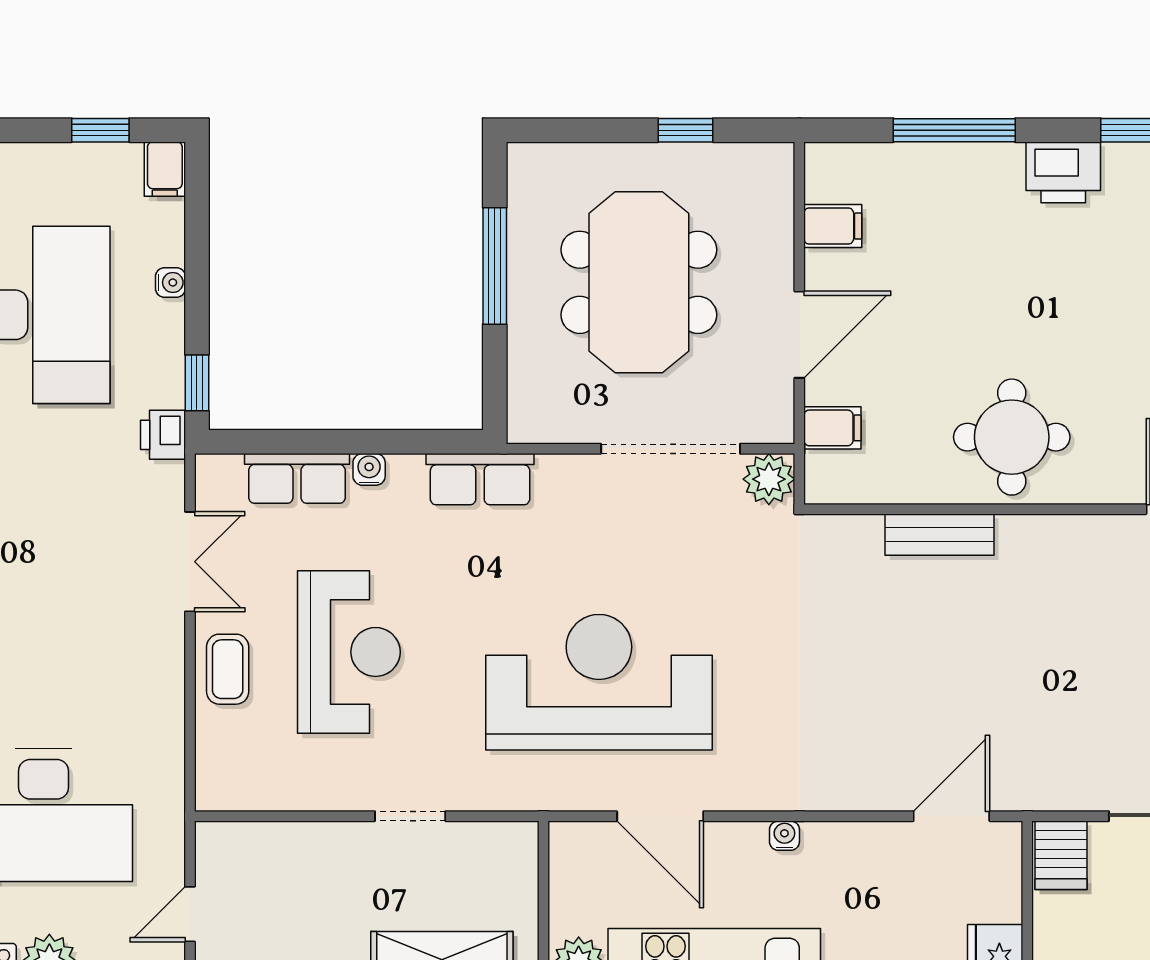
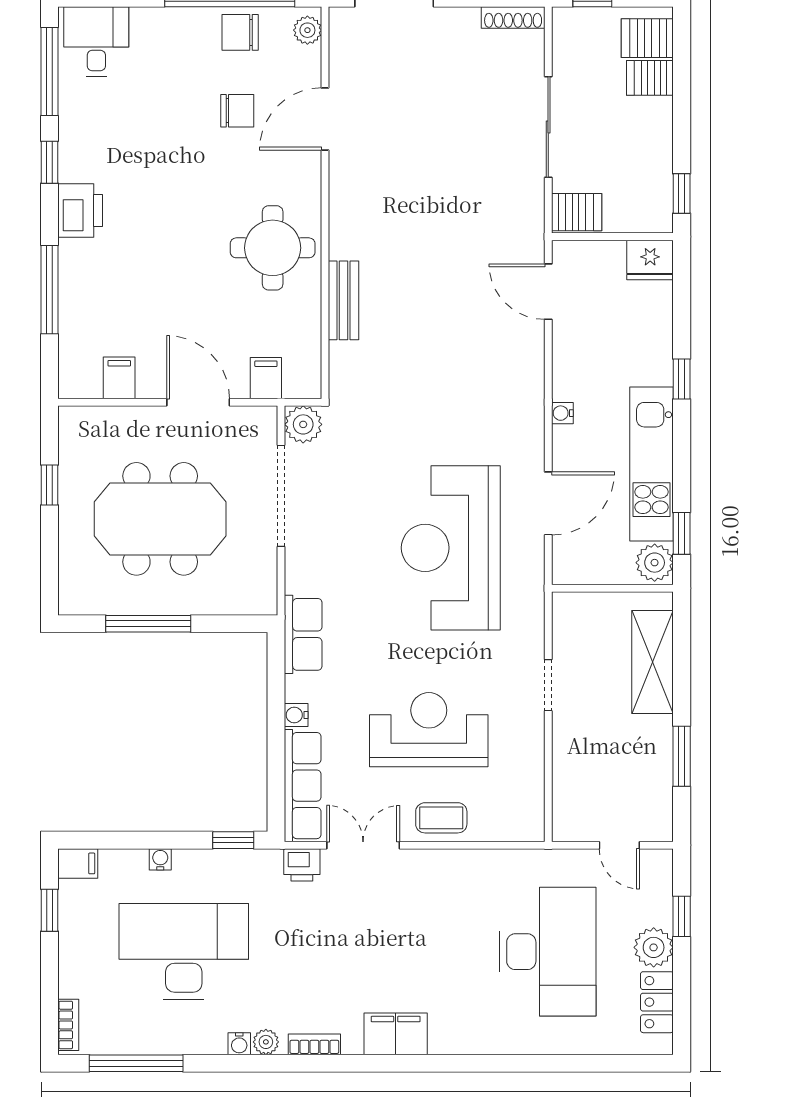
printer: (163, 435) -> (302, 865), moved
row of seats: (297, 478) -> (303, 786), width x1.48

